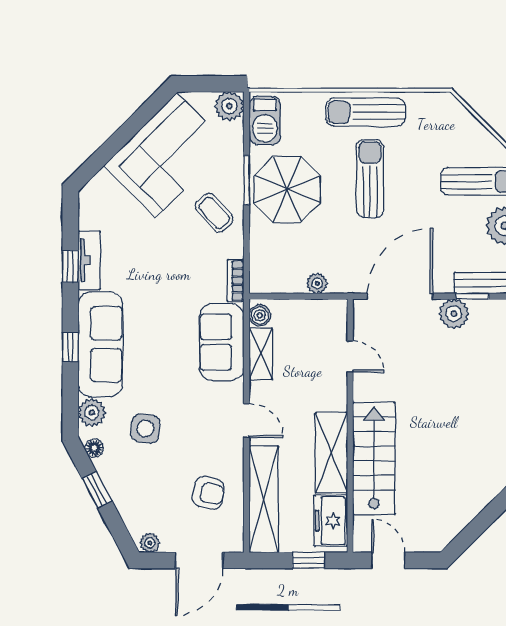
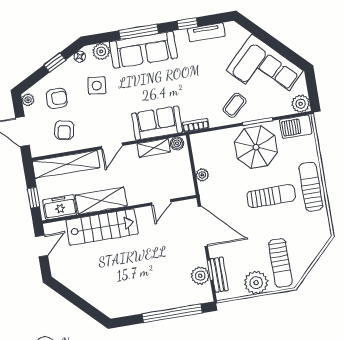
tv unit: (89, 260) -> (206, 32), moved
plant: (454, 314) -> (200, 276), moved
window: (70, 347) -> (139, 32), width x2.17
armchair: (155, 496) -> (57, 98), added

